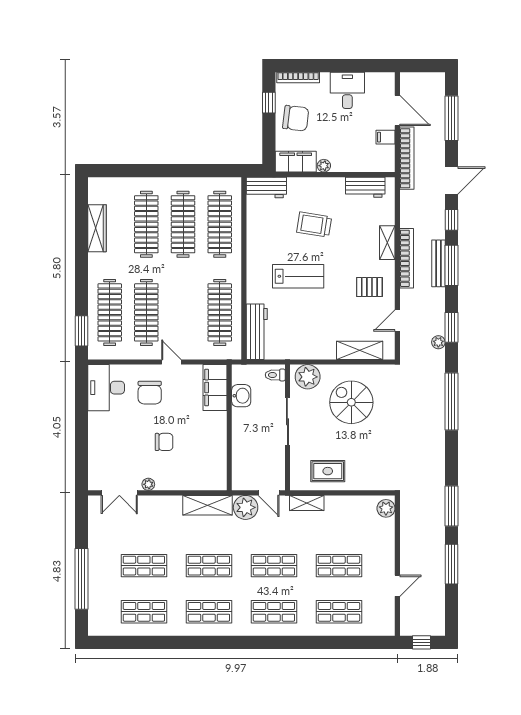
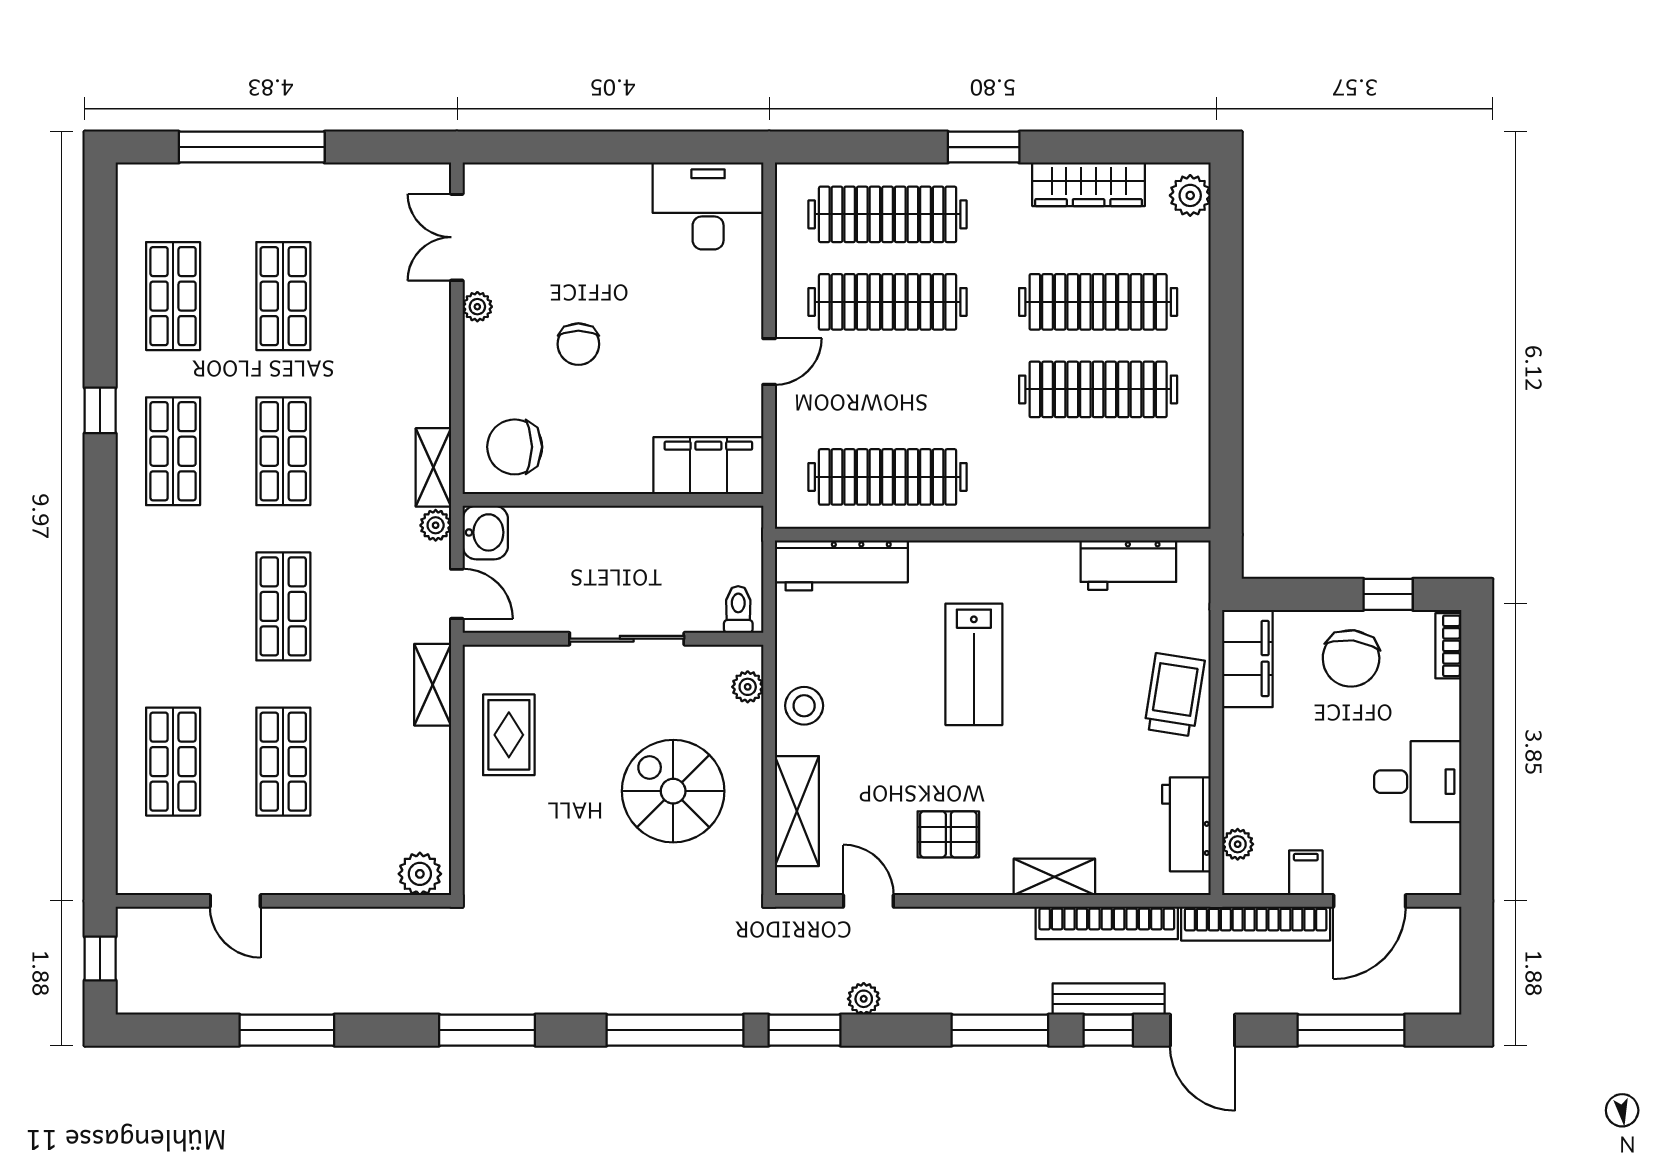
bookcase: (298, 77) -> (1448, 646), width x0.64
plant: (324, 166) -> (1238, 844), moved
plant: (102, 186) -> (1190, 195), added
workbench: (266, 187) -> (1128, 565), moved, turned -90
clothes rail: (220, 224) -> (1098, 477), removed
trolley: (314, 224) -> (1174, 695), moved
bookcase: (407, 258) -> (1107, 923), moved
bench: (438, 263) -> (1109, 999), moved
pallet: (369, 287) -> (948, 834), turned 90
window: (451, 327) -> (804, 1030), moved
window: (81, 331) -> (984, 147), moved
plant: (438, 342) -> (864, 999), moved
stool: (316, 347) -> (804, 706), added
plant: (308, 377) -> (748, 687), width x0.53, depth x0.53
chair: (150, 393) -> (515, 447), moved
washbasin: (241, 396) -> (485, 532), moved, turned -90
spiral stairs: (351, 402) -> (673, 791), turned -90
door: (269, 493) -> (457, 594), swing flipped
shelving: (207, 505) -> (433, 467), width x0.67, depth x0.75
window: (451, 506) -> (487, 1030), moved
plant: (246, 507) -> (436, 525), width x0.53, depth x0.53
shop shelf: (274, 612) -> (173, 606), removed
window: (192, 642) -> (100, 410), added

